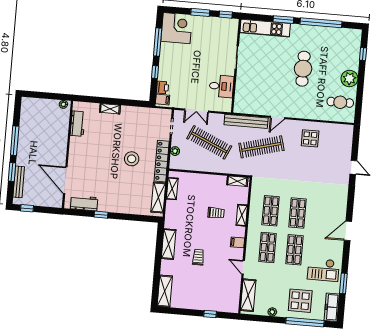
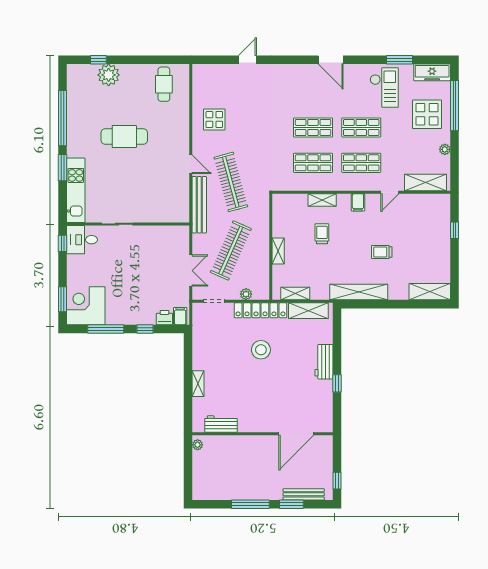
window: (200, 12) -> (62, 299), moved
plant: (349, 78) -> (109, 75), moved
desk: (221, 86) -> (82, 240), moved, turned -90
shelving: (237, 181) -> (278, 251), moved
workbench: (84, 203) -> (324, 362), moved
shelving: (169, 244) -> (359, 292), width x1.47

